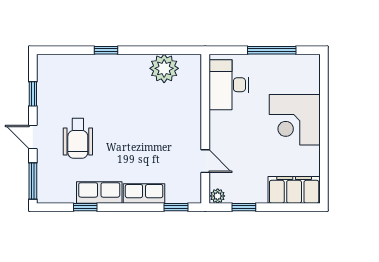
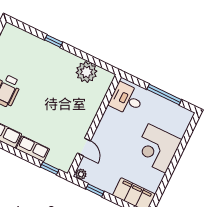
desk: (229, 85) -> (127, 99), width x0.73

